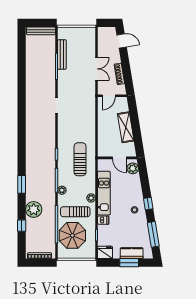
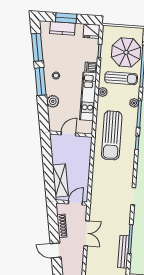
door: (122, 41) -> (56, 250), moved
double door: (97, 69) -> (86, 233), swing flipped
shelving: (126, 127) -> (60, 180), moved
door: (119, 158) -> (68, 134), hinge flipped
sun lounger: (80, 159) -> (112, 135), width x1.36, depth x1.34
plant: (133, 168) -> (53, 101), moved
window: (148, 204) -> (40, 81), width x2.17

